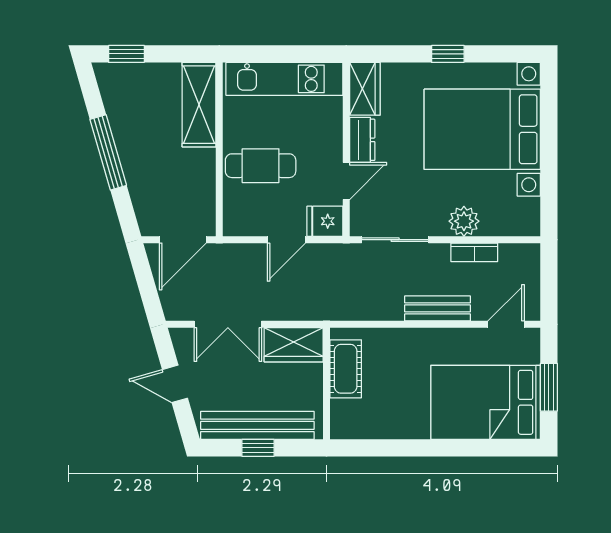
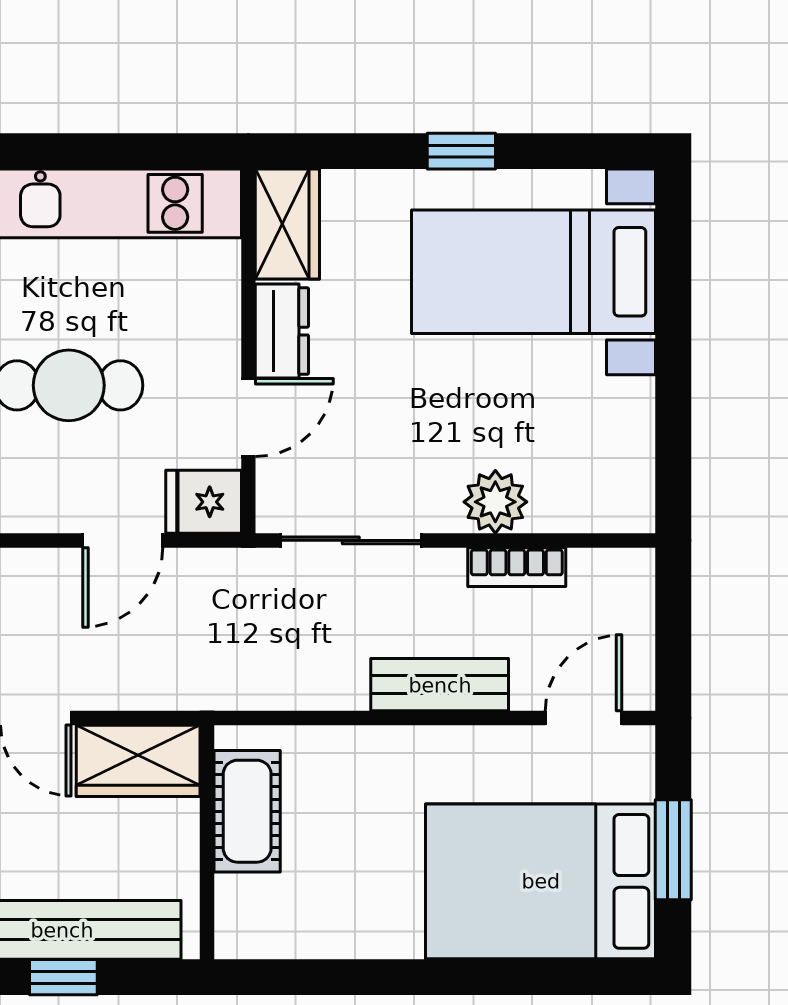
bed with nightstands: (482, 129) -> (534, 272), width x0.73

